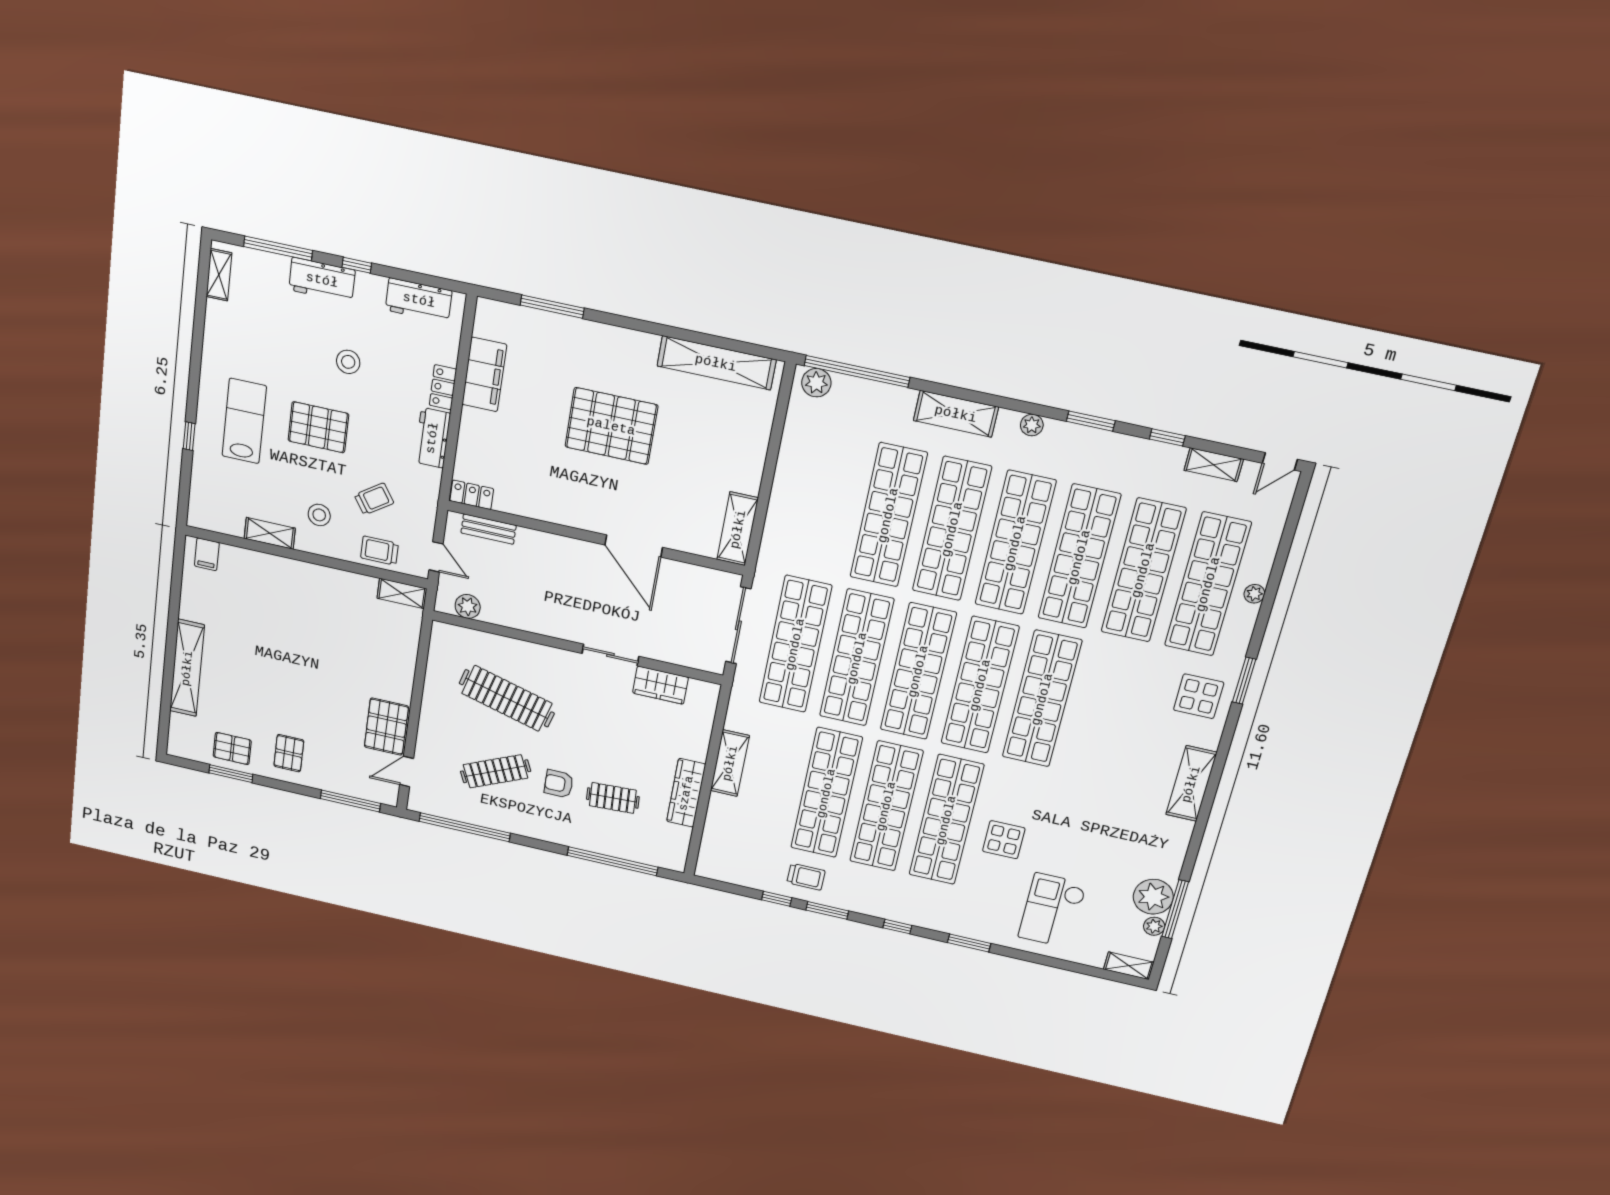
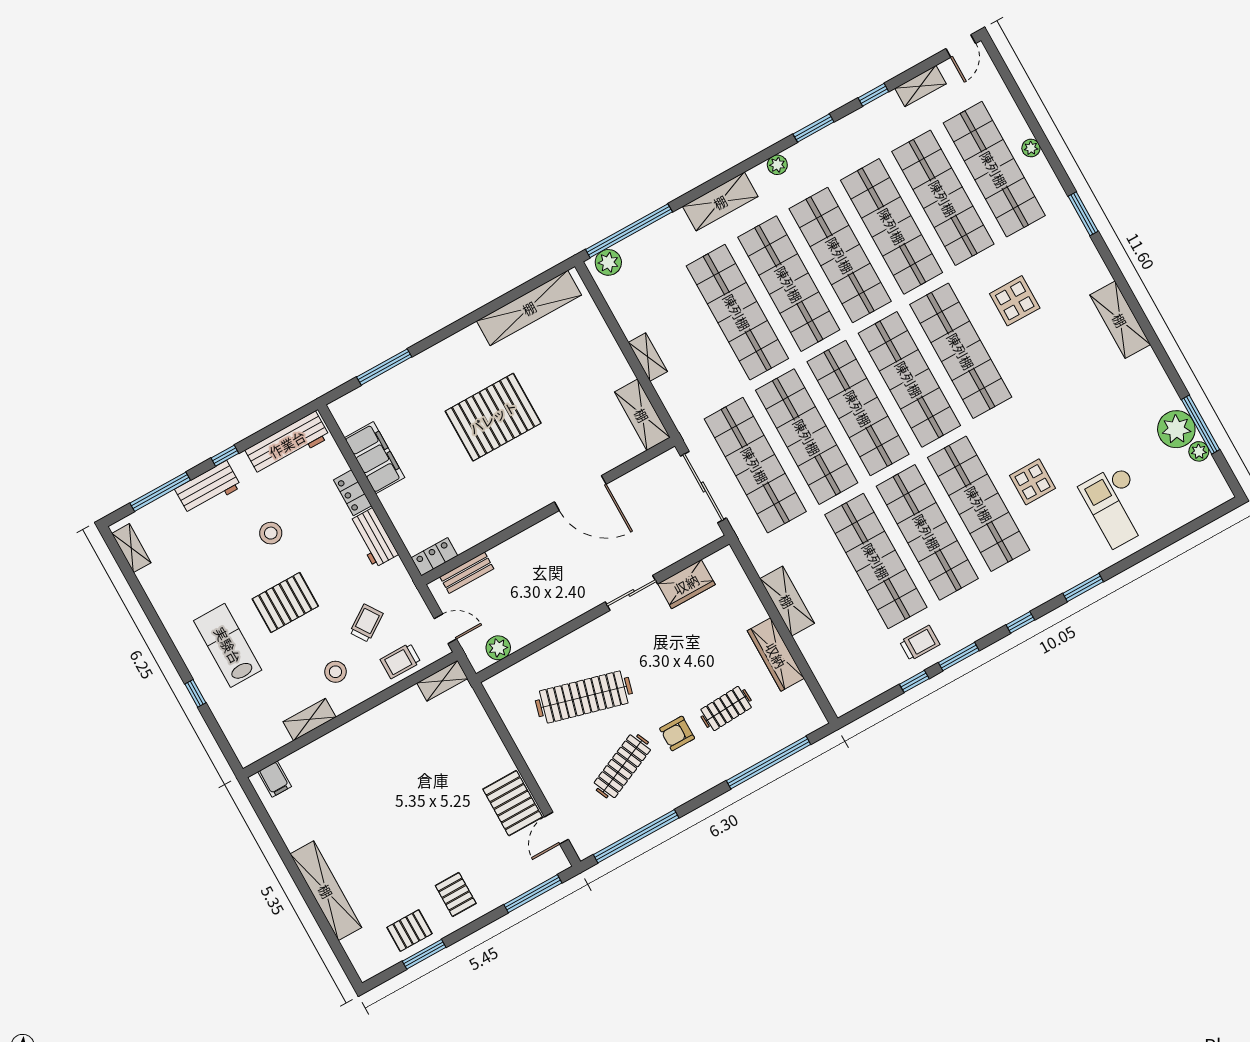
workbench: (419, 300) -> (287, 444), width x1.37
display table: (1199, 696) -> (1015, 301), moved
shelving: (1129, 966) -> (648, 357), moved, turned 90

